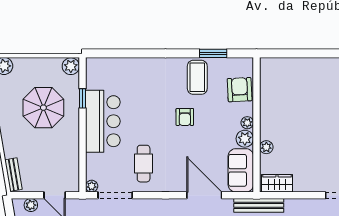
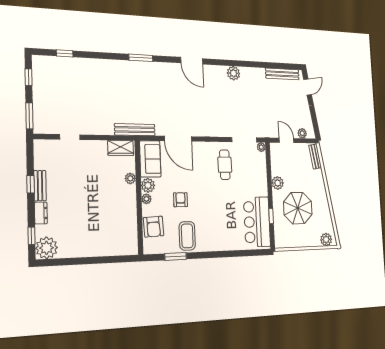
plant: (71, 66) -> (278, 183), moved
armchair: (185, 117) -> (181, 200), moved
bar counter: (103, 121) -> (257, 222), moved

